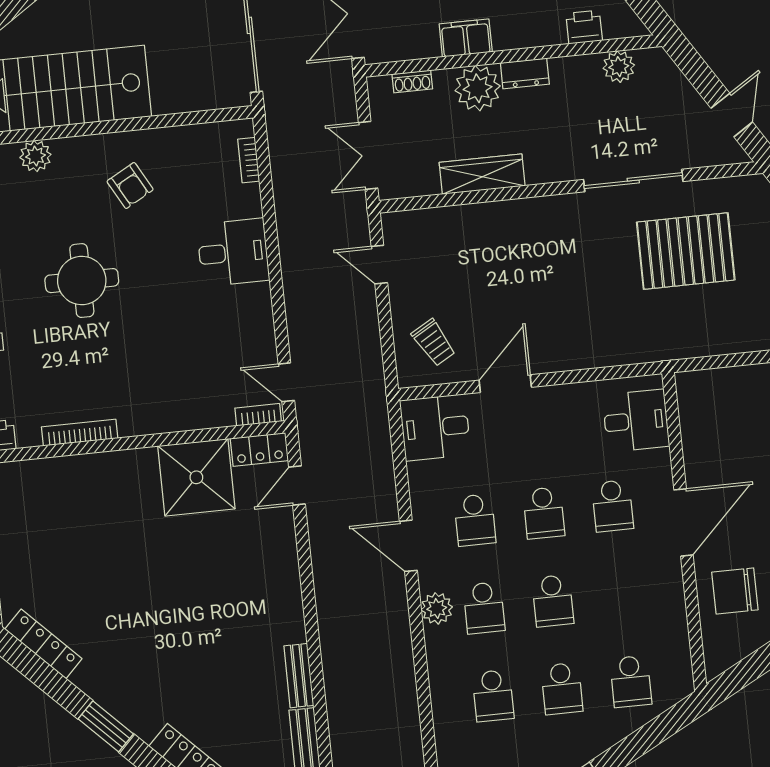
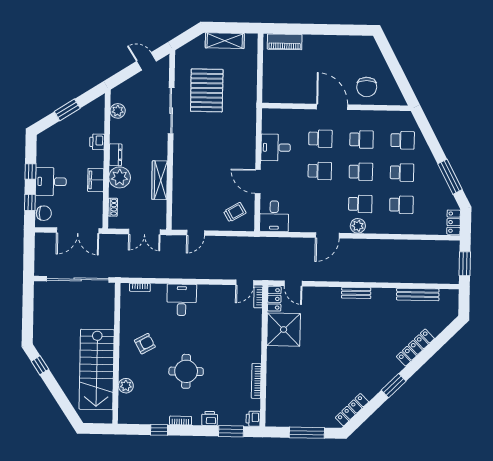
printer: (584, 27) -> (97, 142), moved
desk: (636, 421) -> (276, 147), moved, turned -90
school desk: (475, 520) -> (362, 139), moved
bench: (299, 676) -> (356, 293), moved

